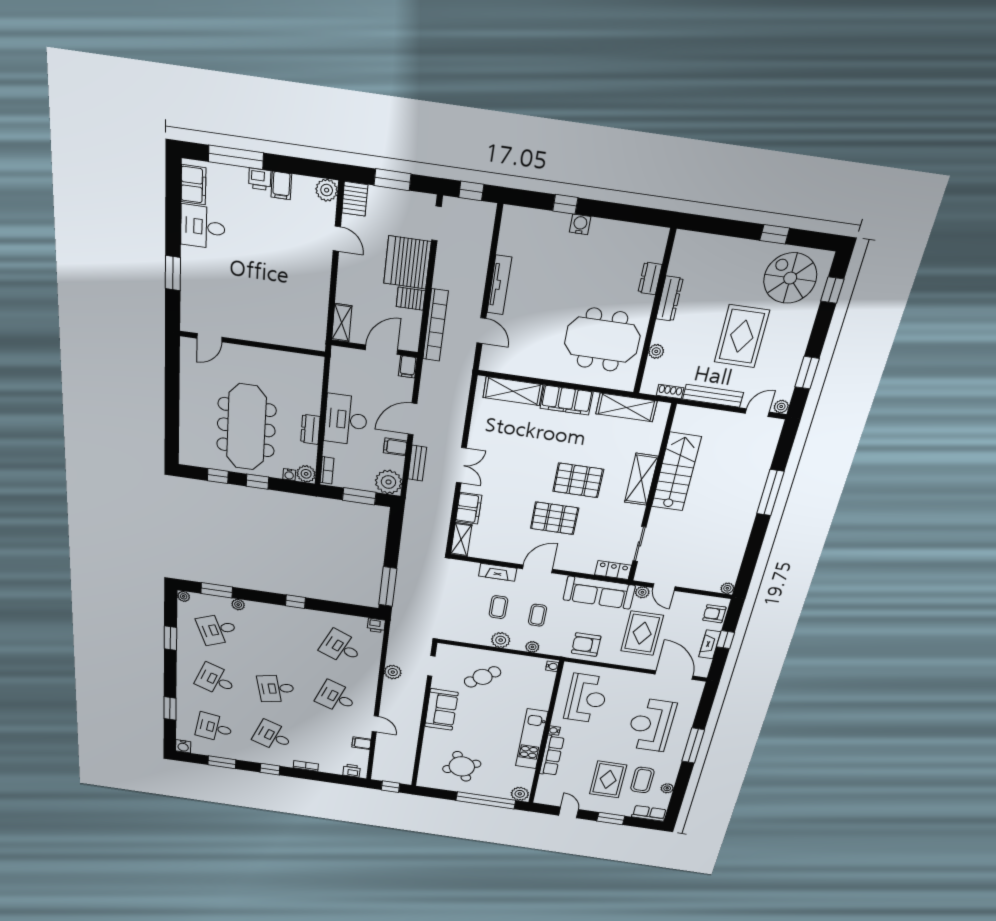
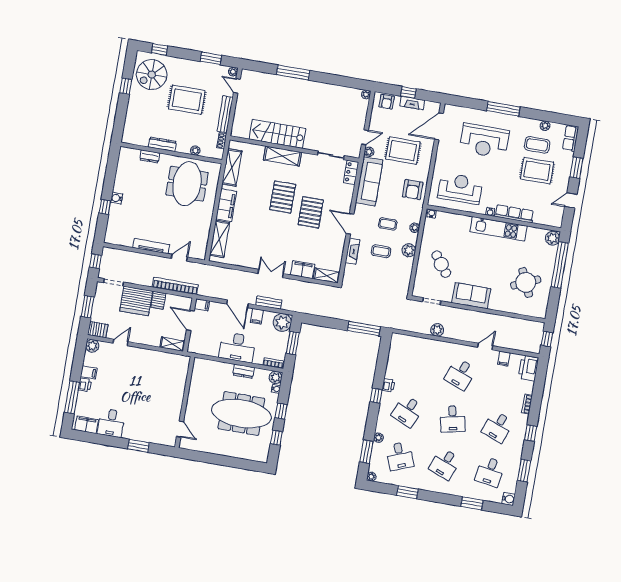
printer: (376, 625) -> (388, 385), moved
desk: (341, 647) -> (408, 411), moved
printer: (352, 771) -> (528, 368), width x1.87, depth x1.48

